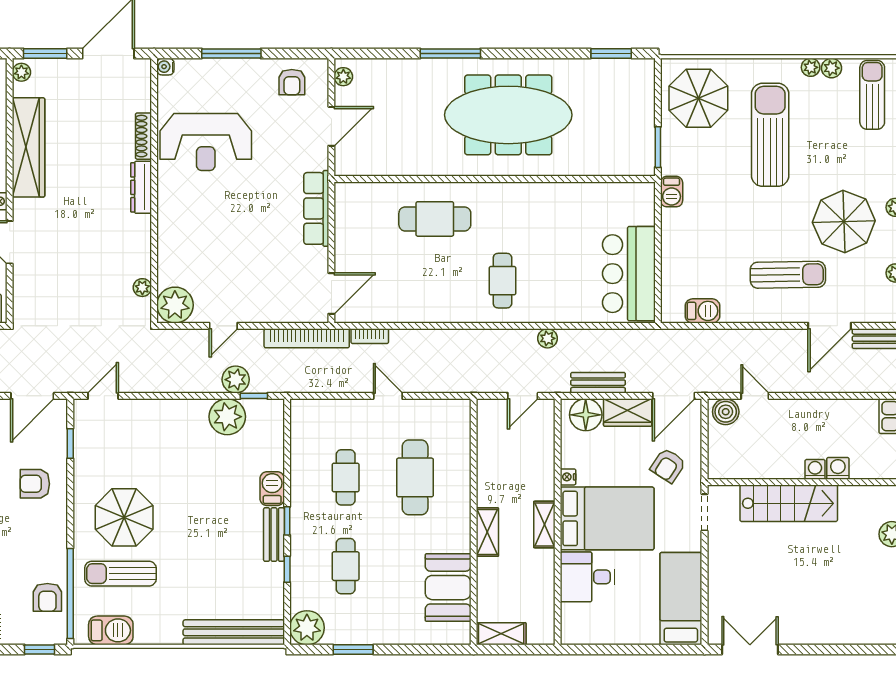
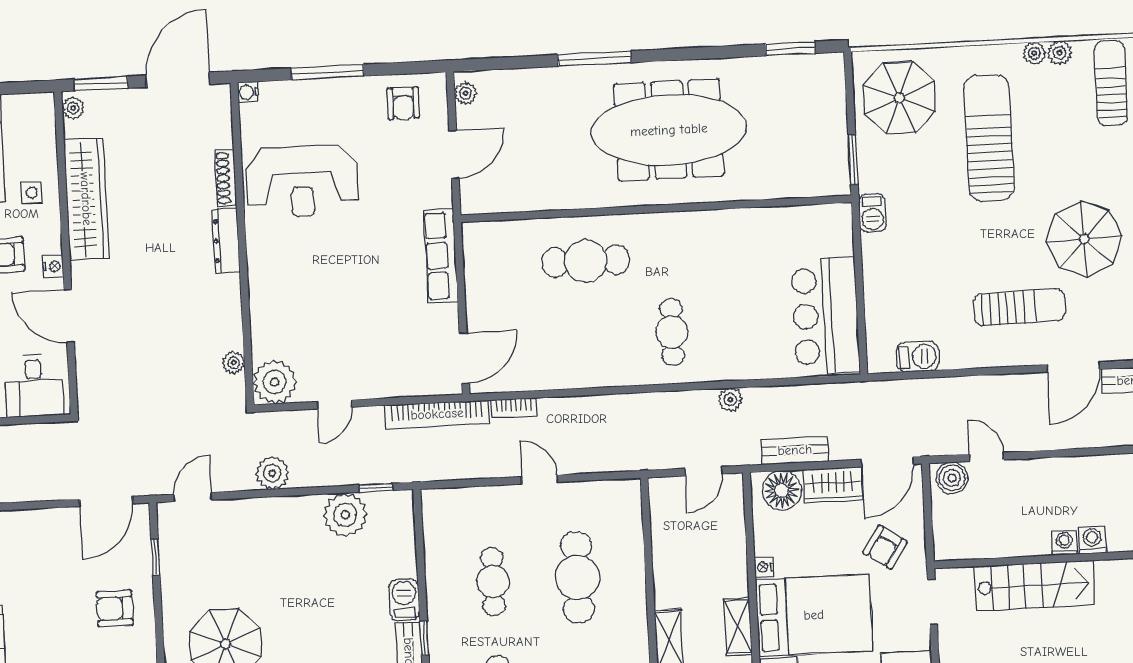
plant: (236, 380) -> (272, 473), moved

